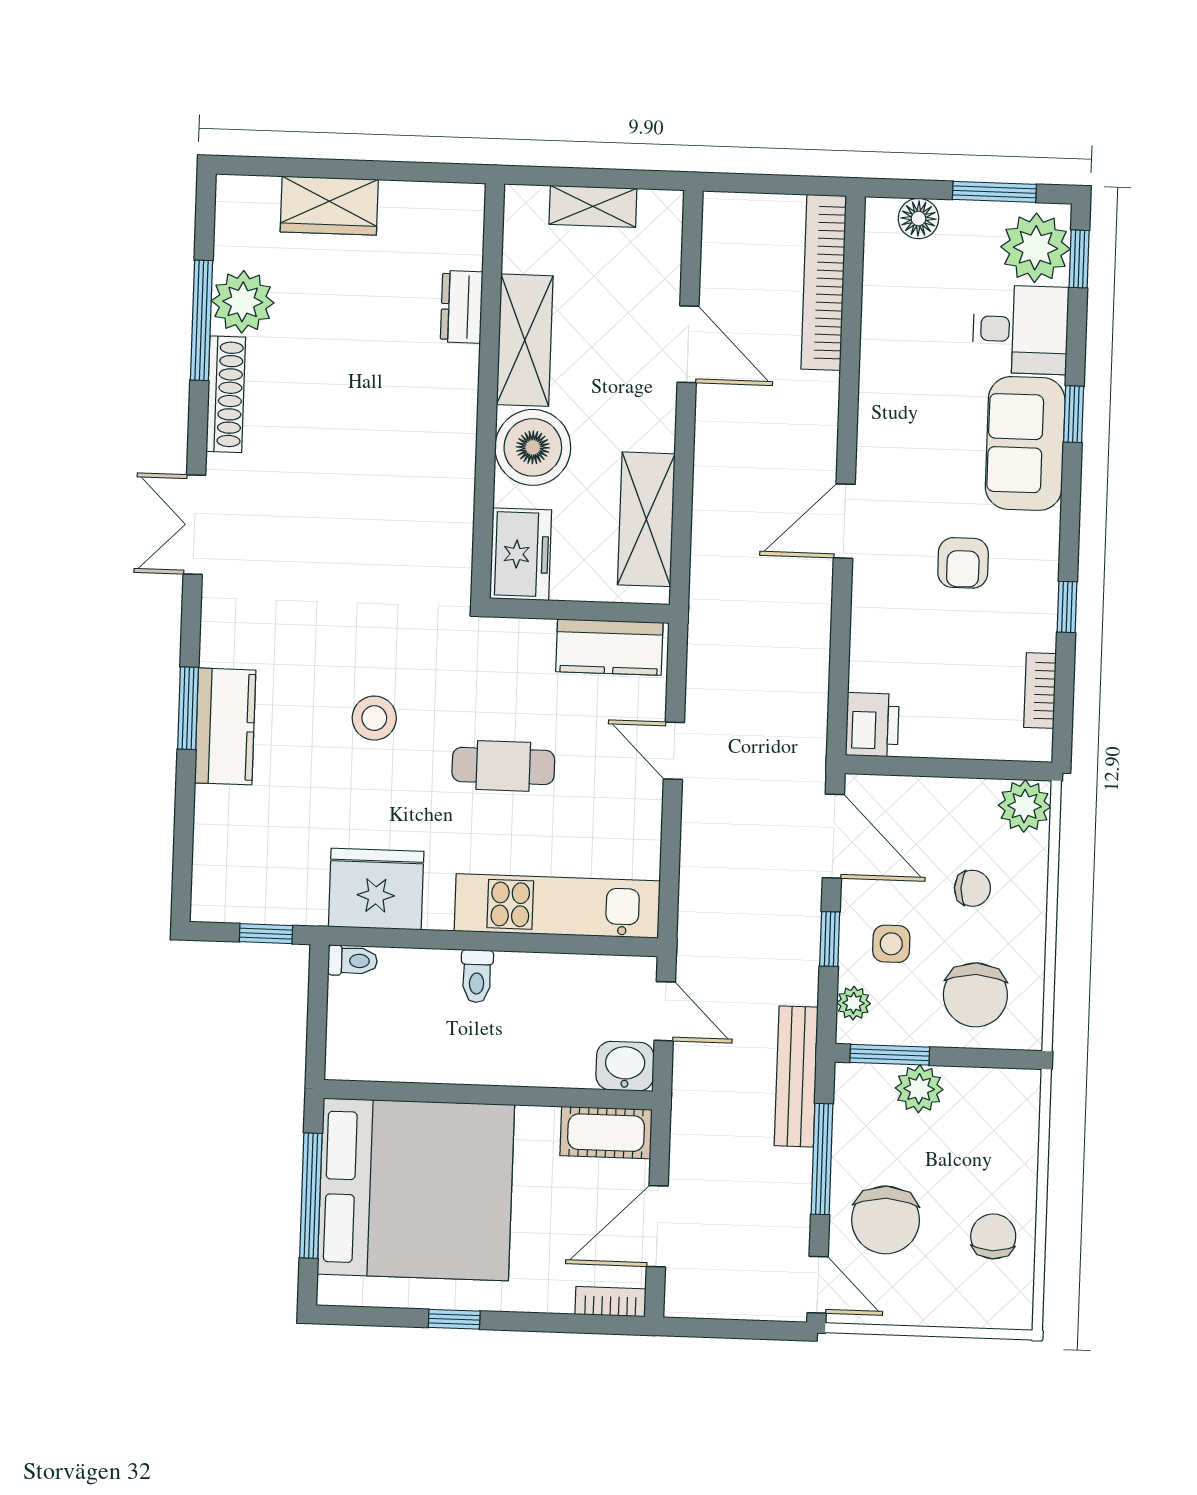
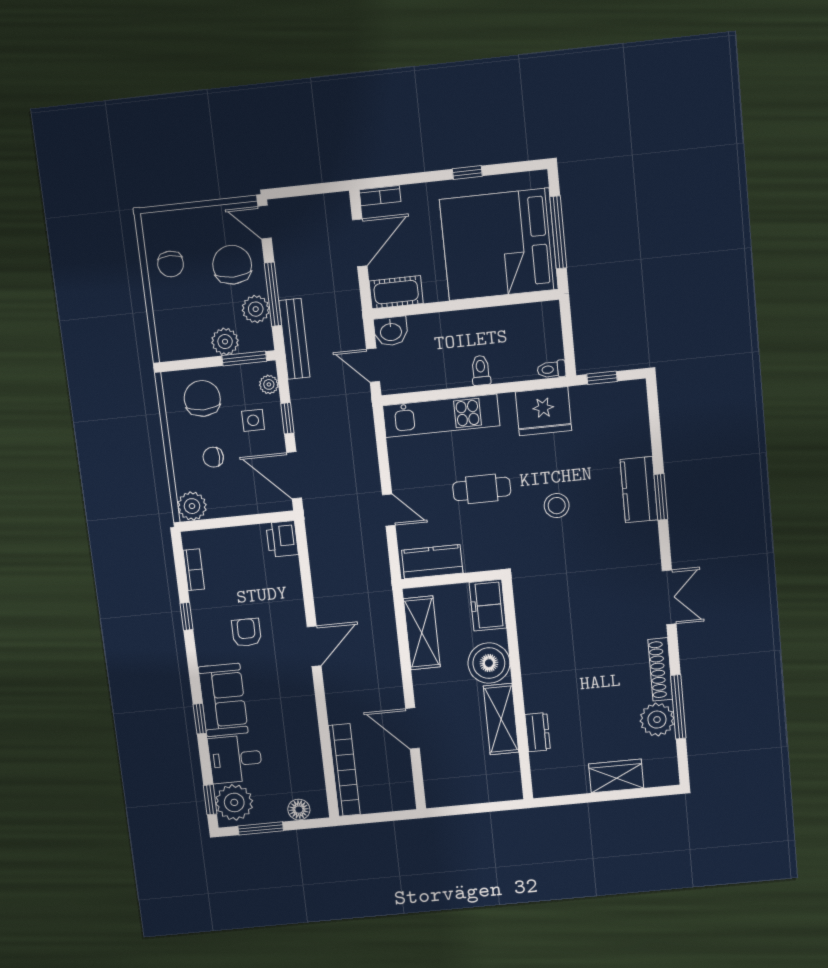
shelving: (593, 206) -> (474, 794), removed
plant: (856, 1138) -> (256, 309), added

